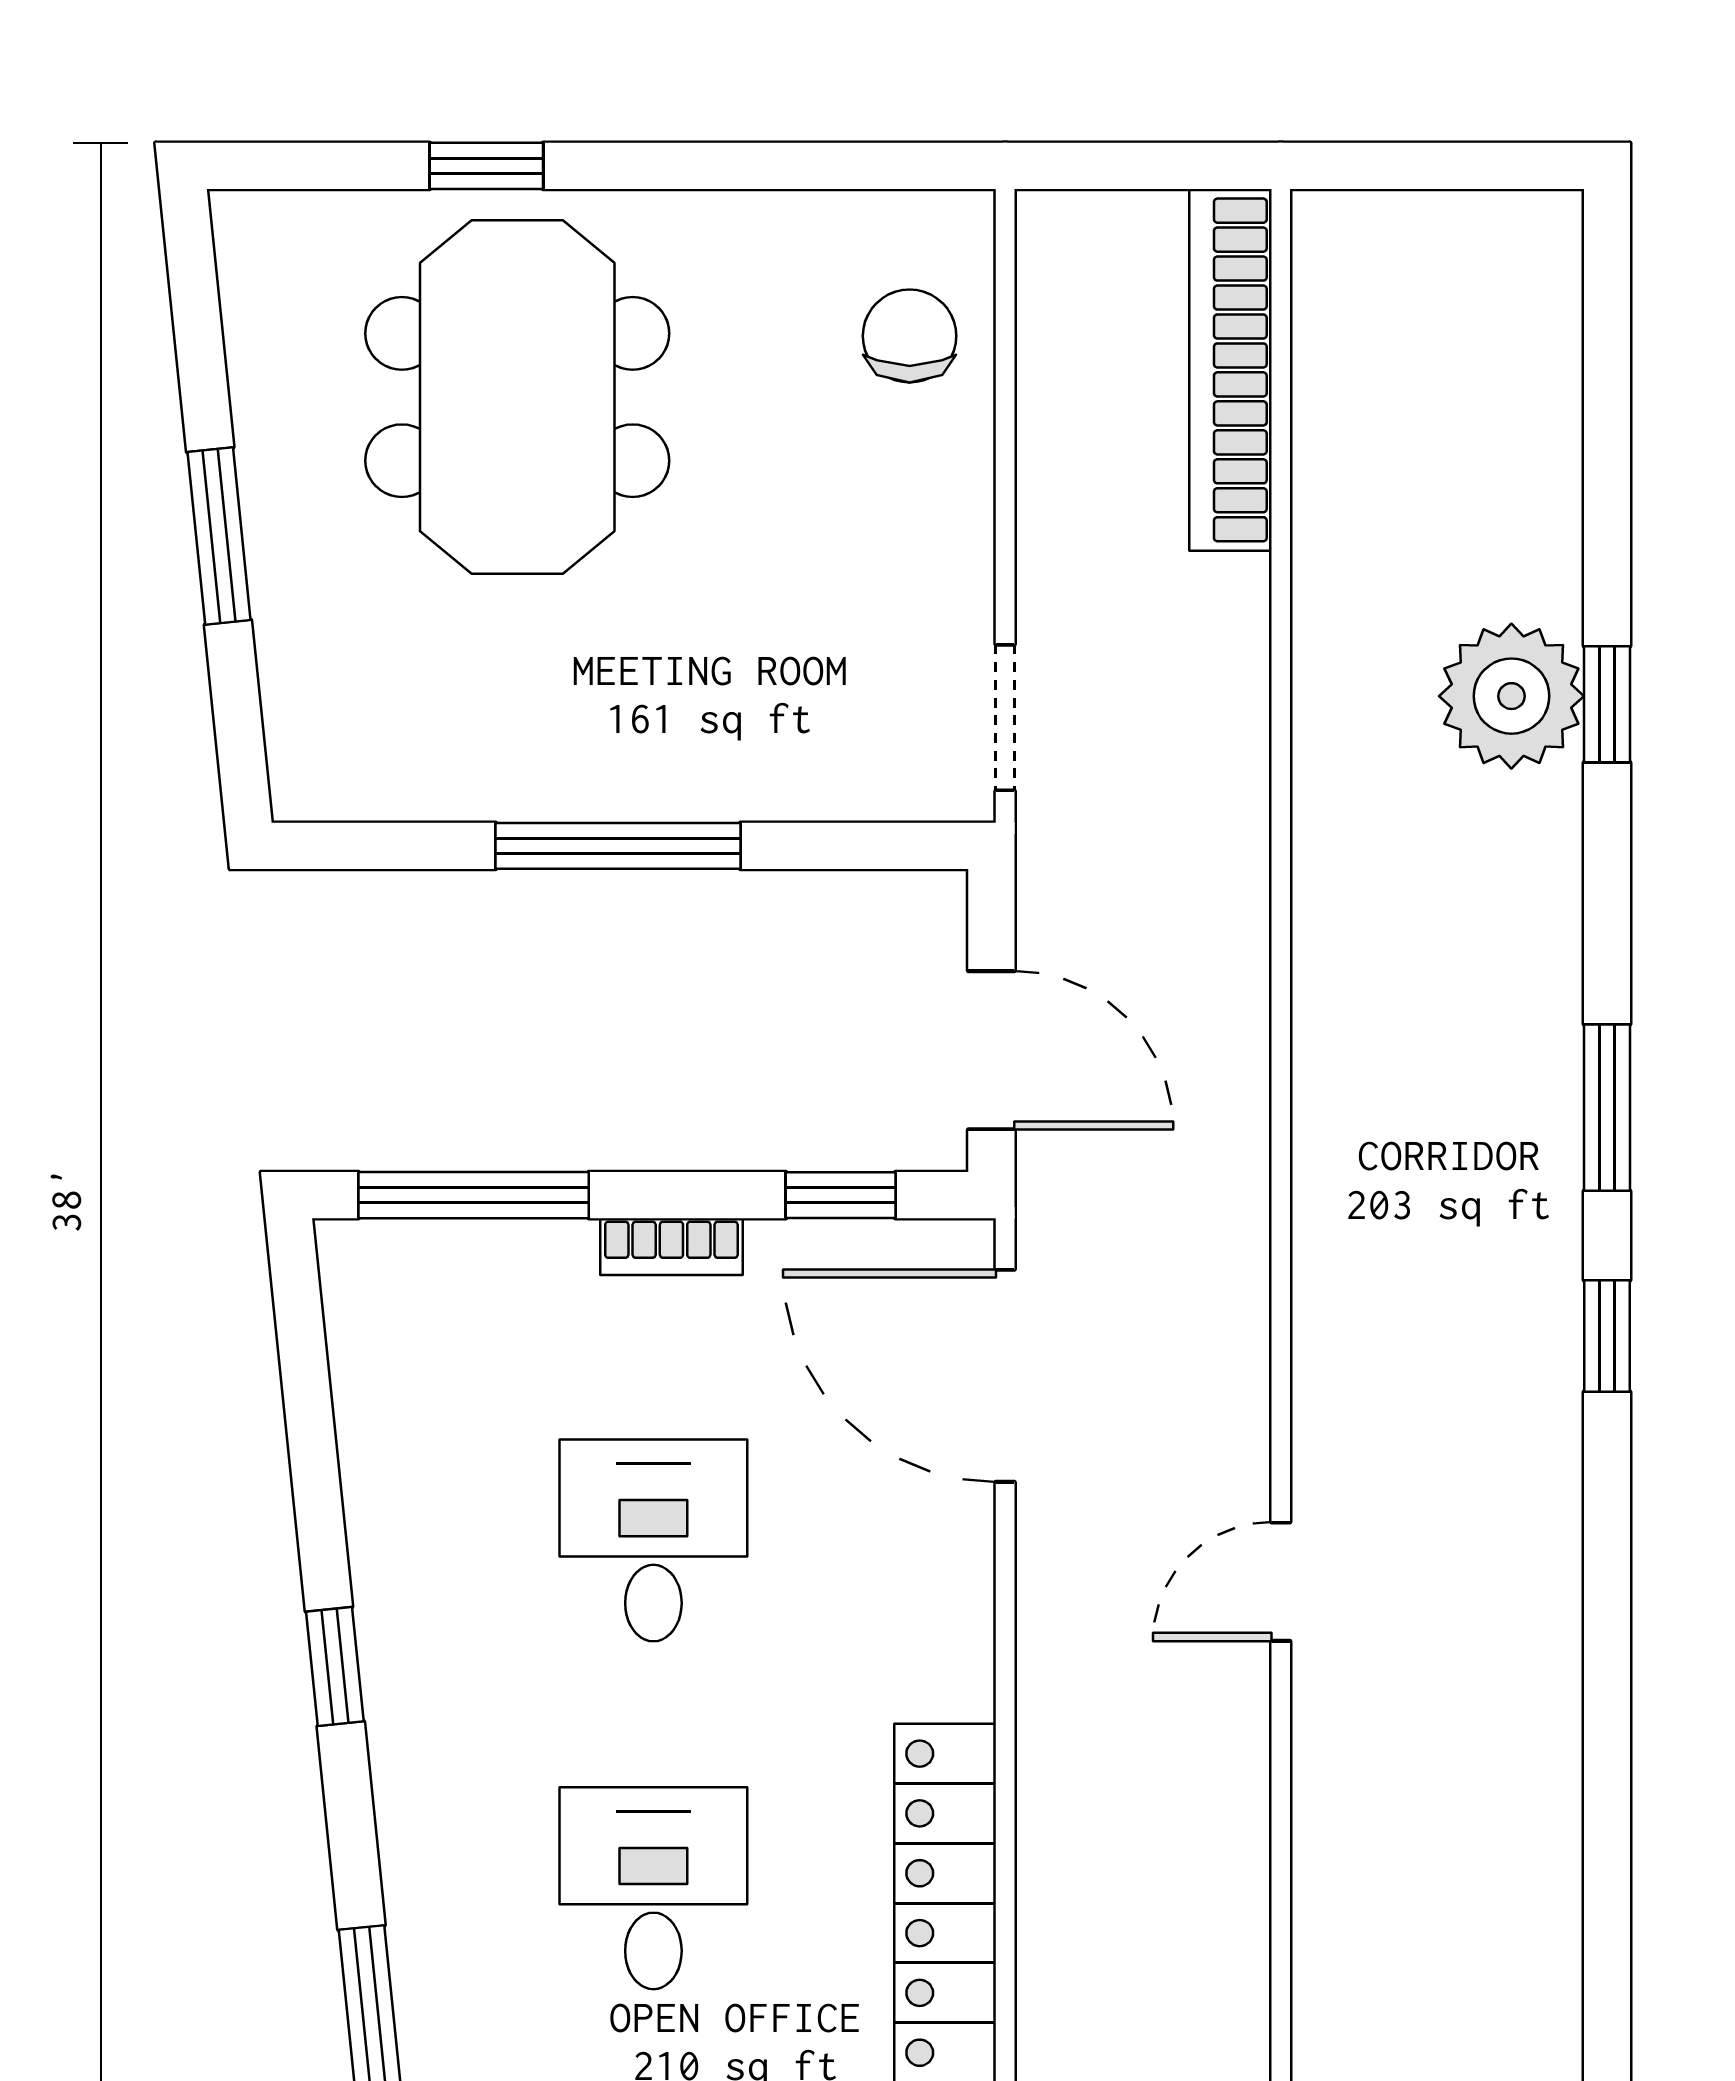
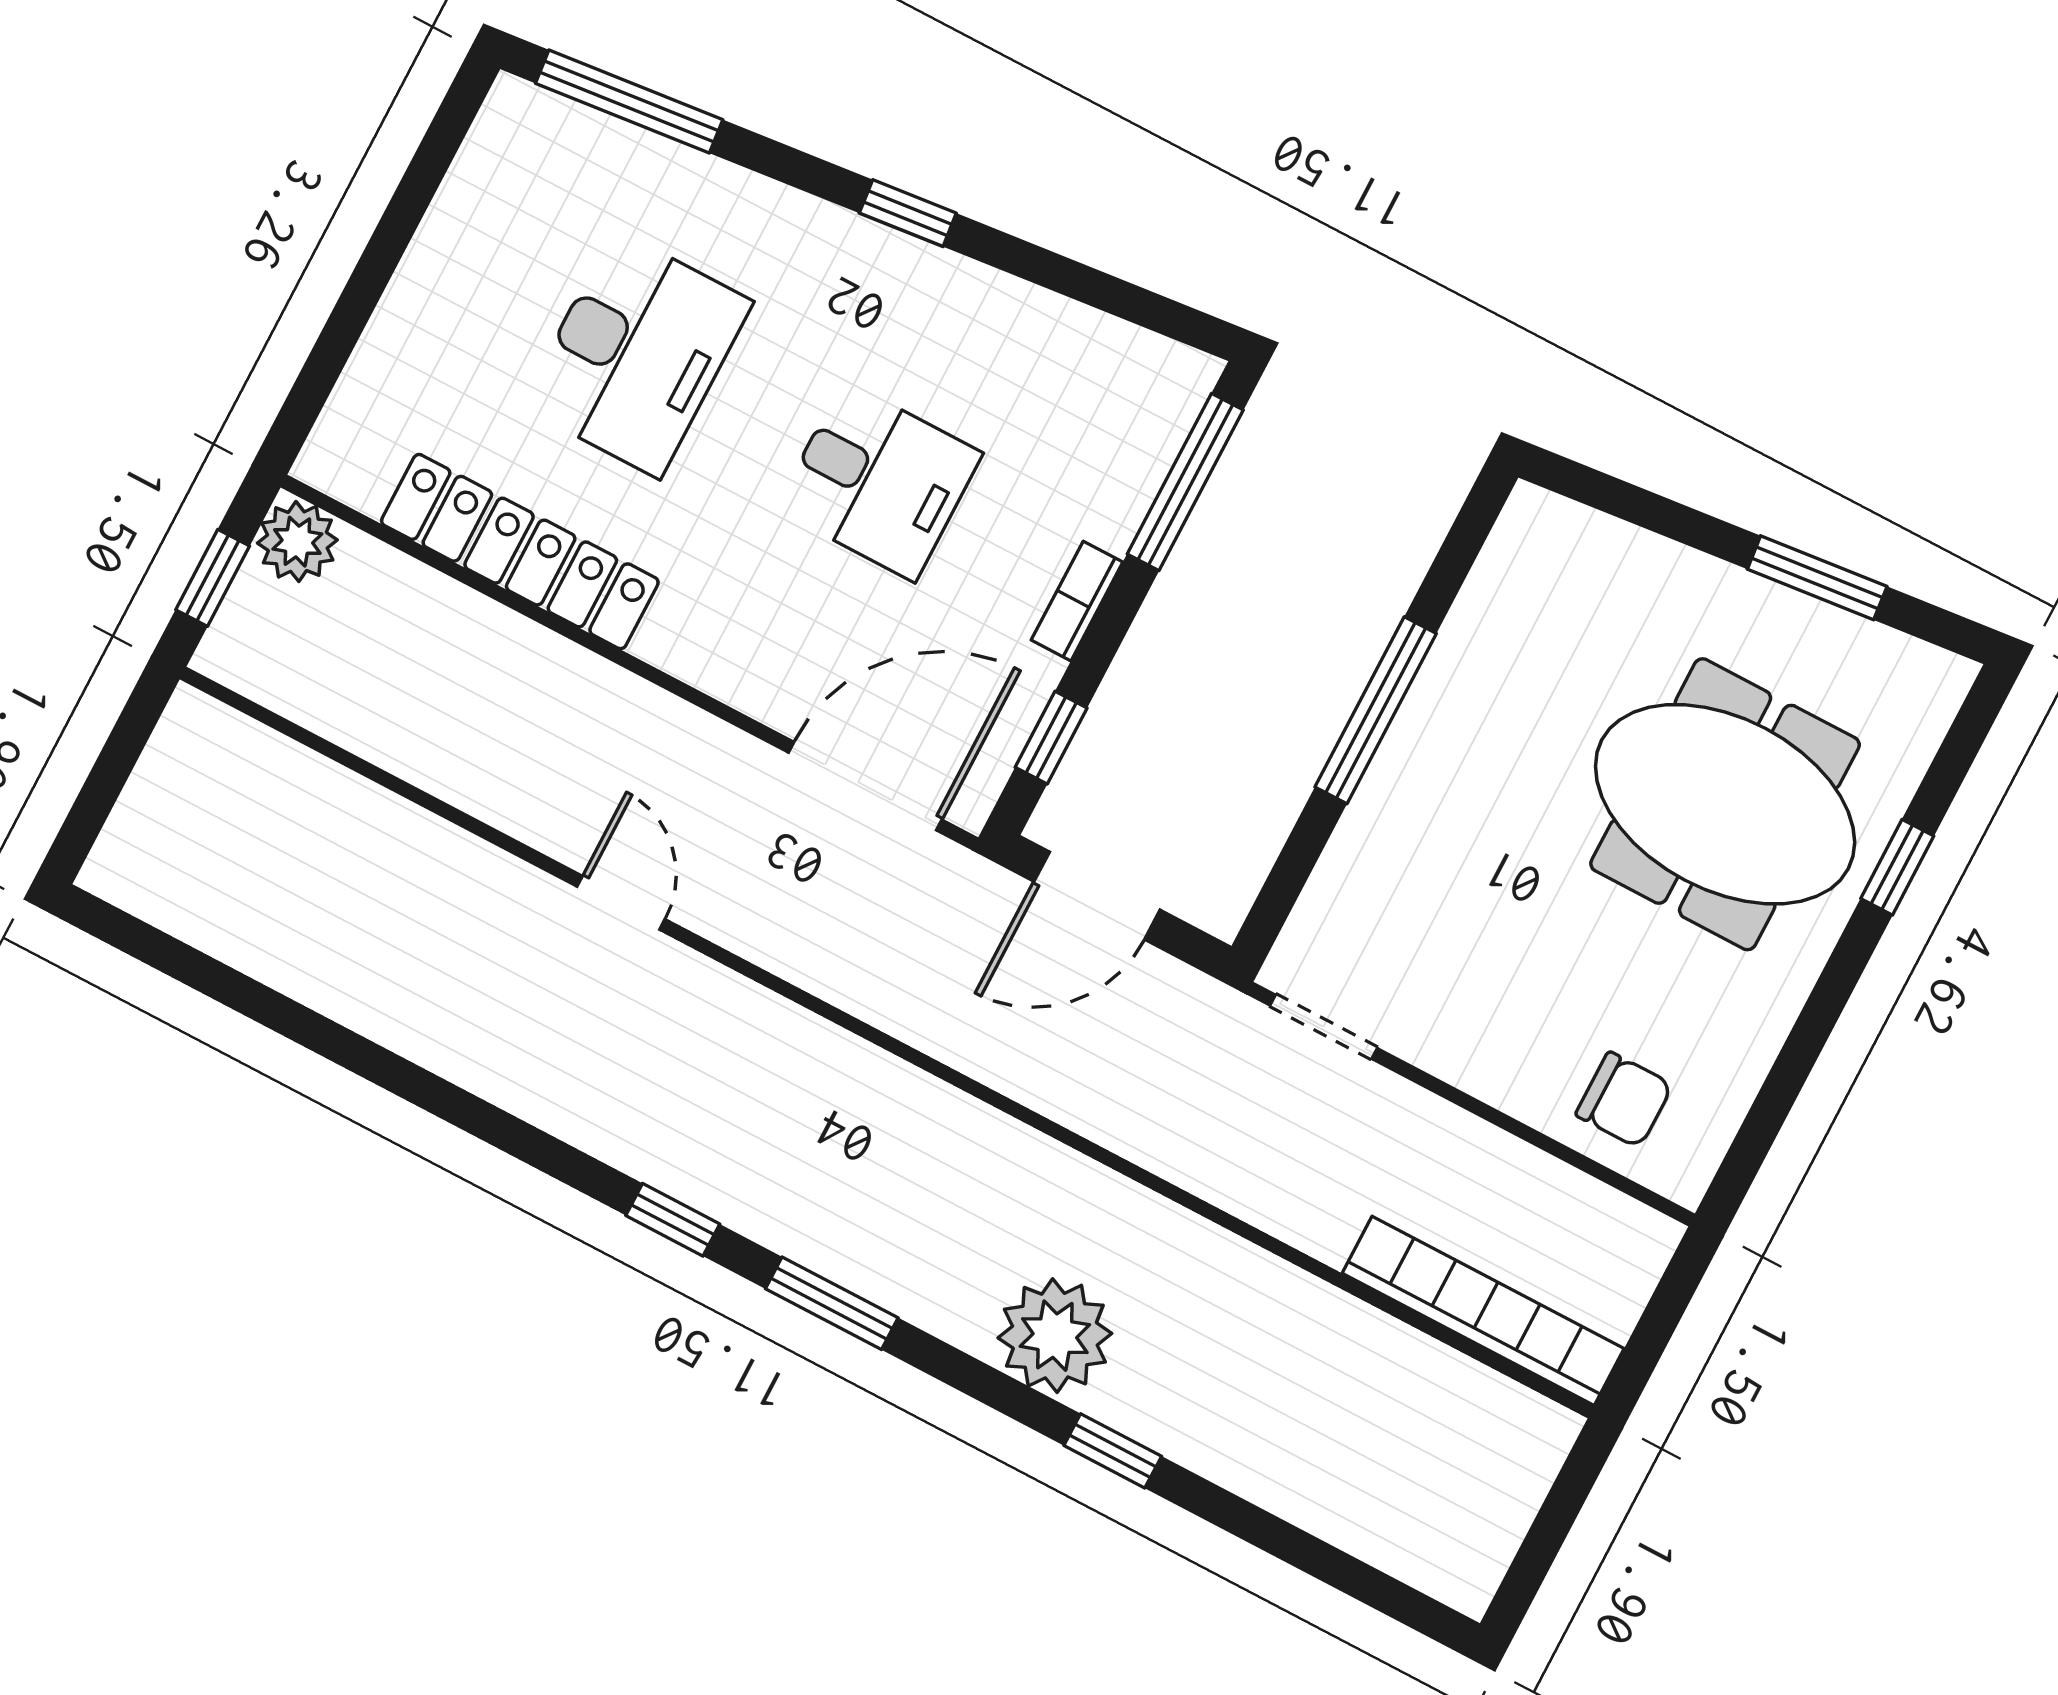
window: (219, 536) -> (1817, 578), moved
plant: (1511, 696) -> (1055, 1336), moved
desk: (653, 1888) -> (637, 354), width x1.37

